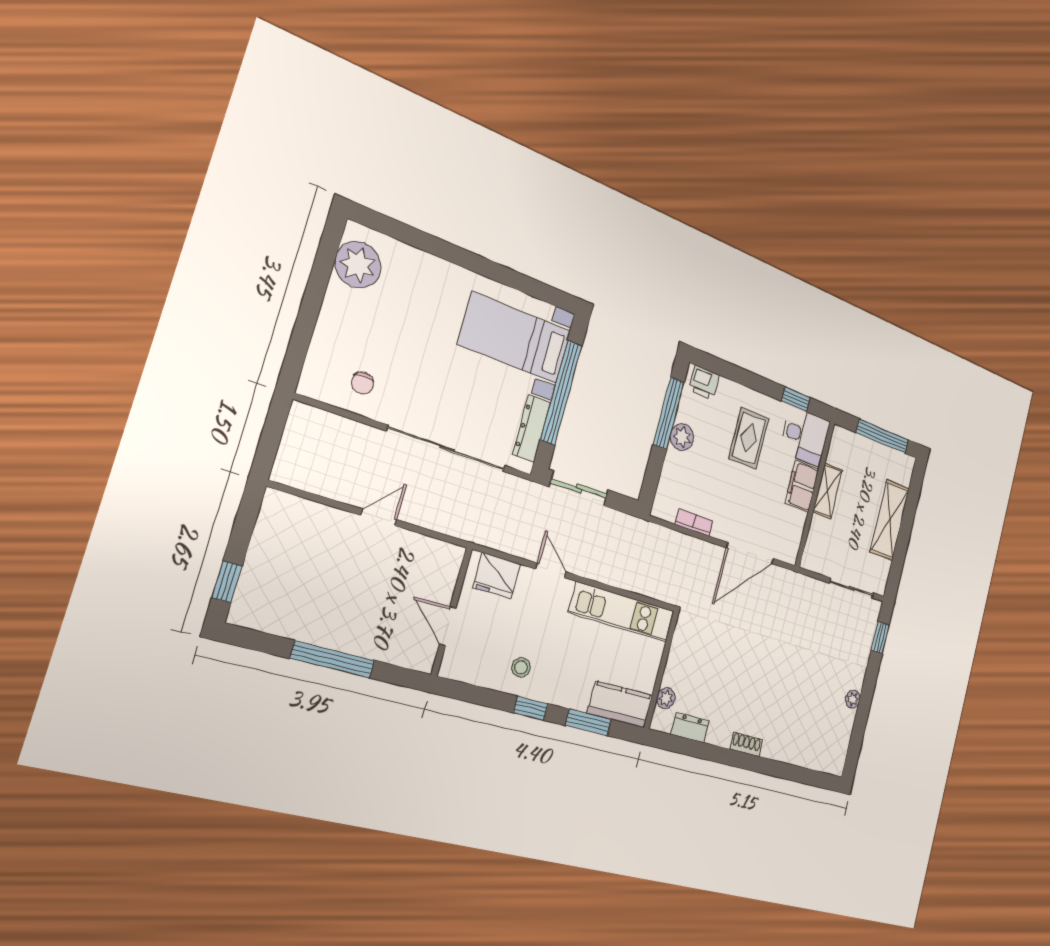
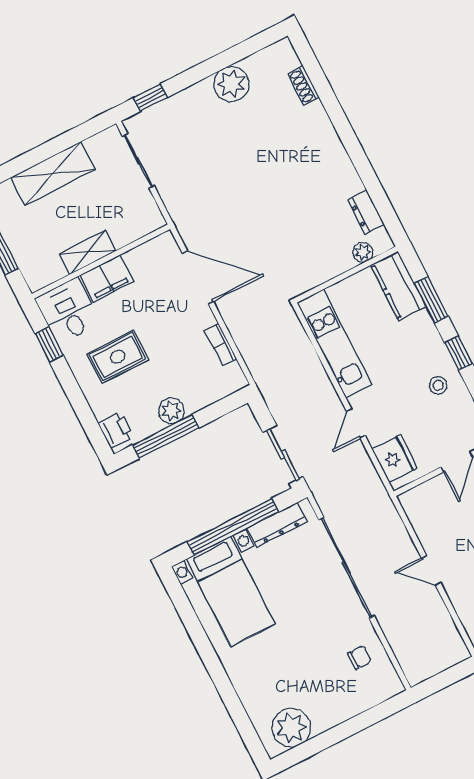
plant: (853, 699) -> (231, 84), width x1.88, depth x1.88
shoe rack: (746, 744) -> (304, 86), moved

